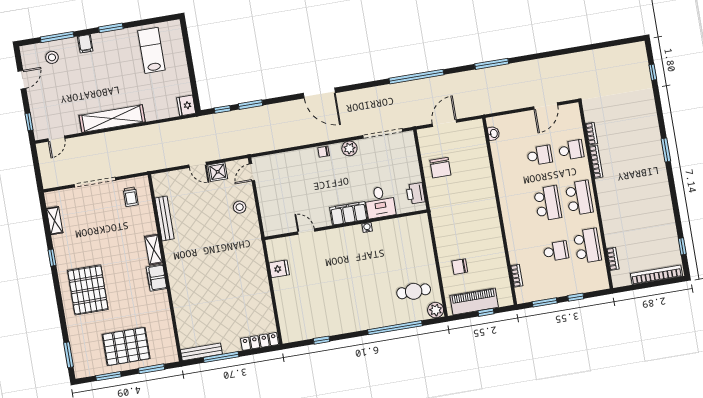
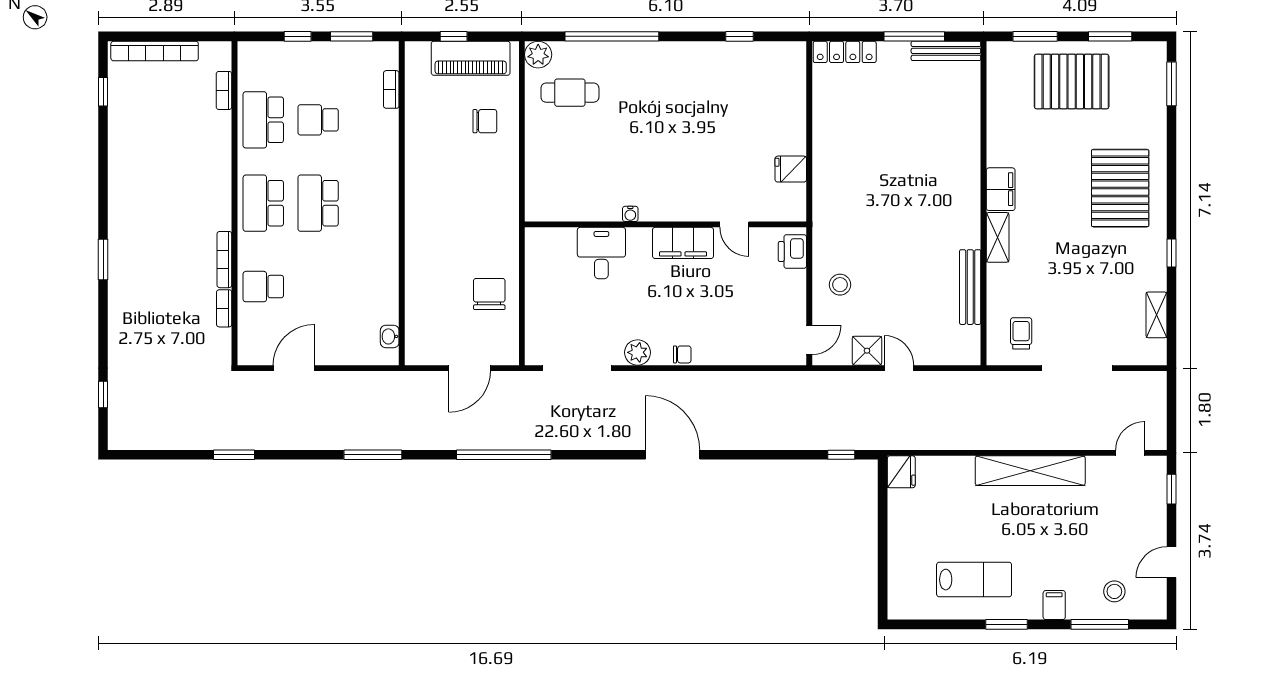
lab bench: (151, 50) -> (974, 580), moved, turned -90
window: (250, 105) -> (234, 455), moved
school desk: (540, 155) -> (318, 287), removed
printer: (416, 193) -> (792, 251), moved, turned 180
filing cabinet: (349, 213) -> (683, 243), moved

